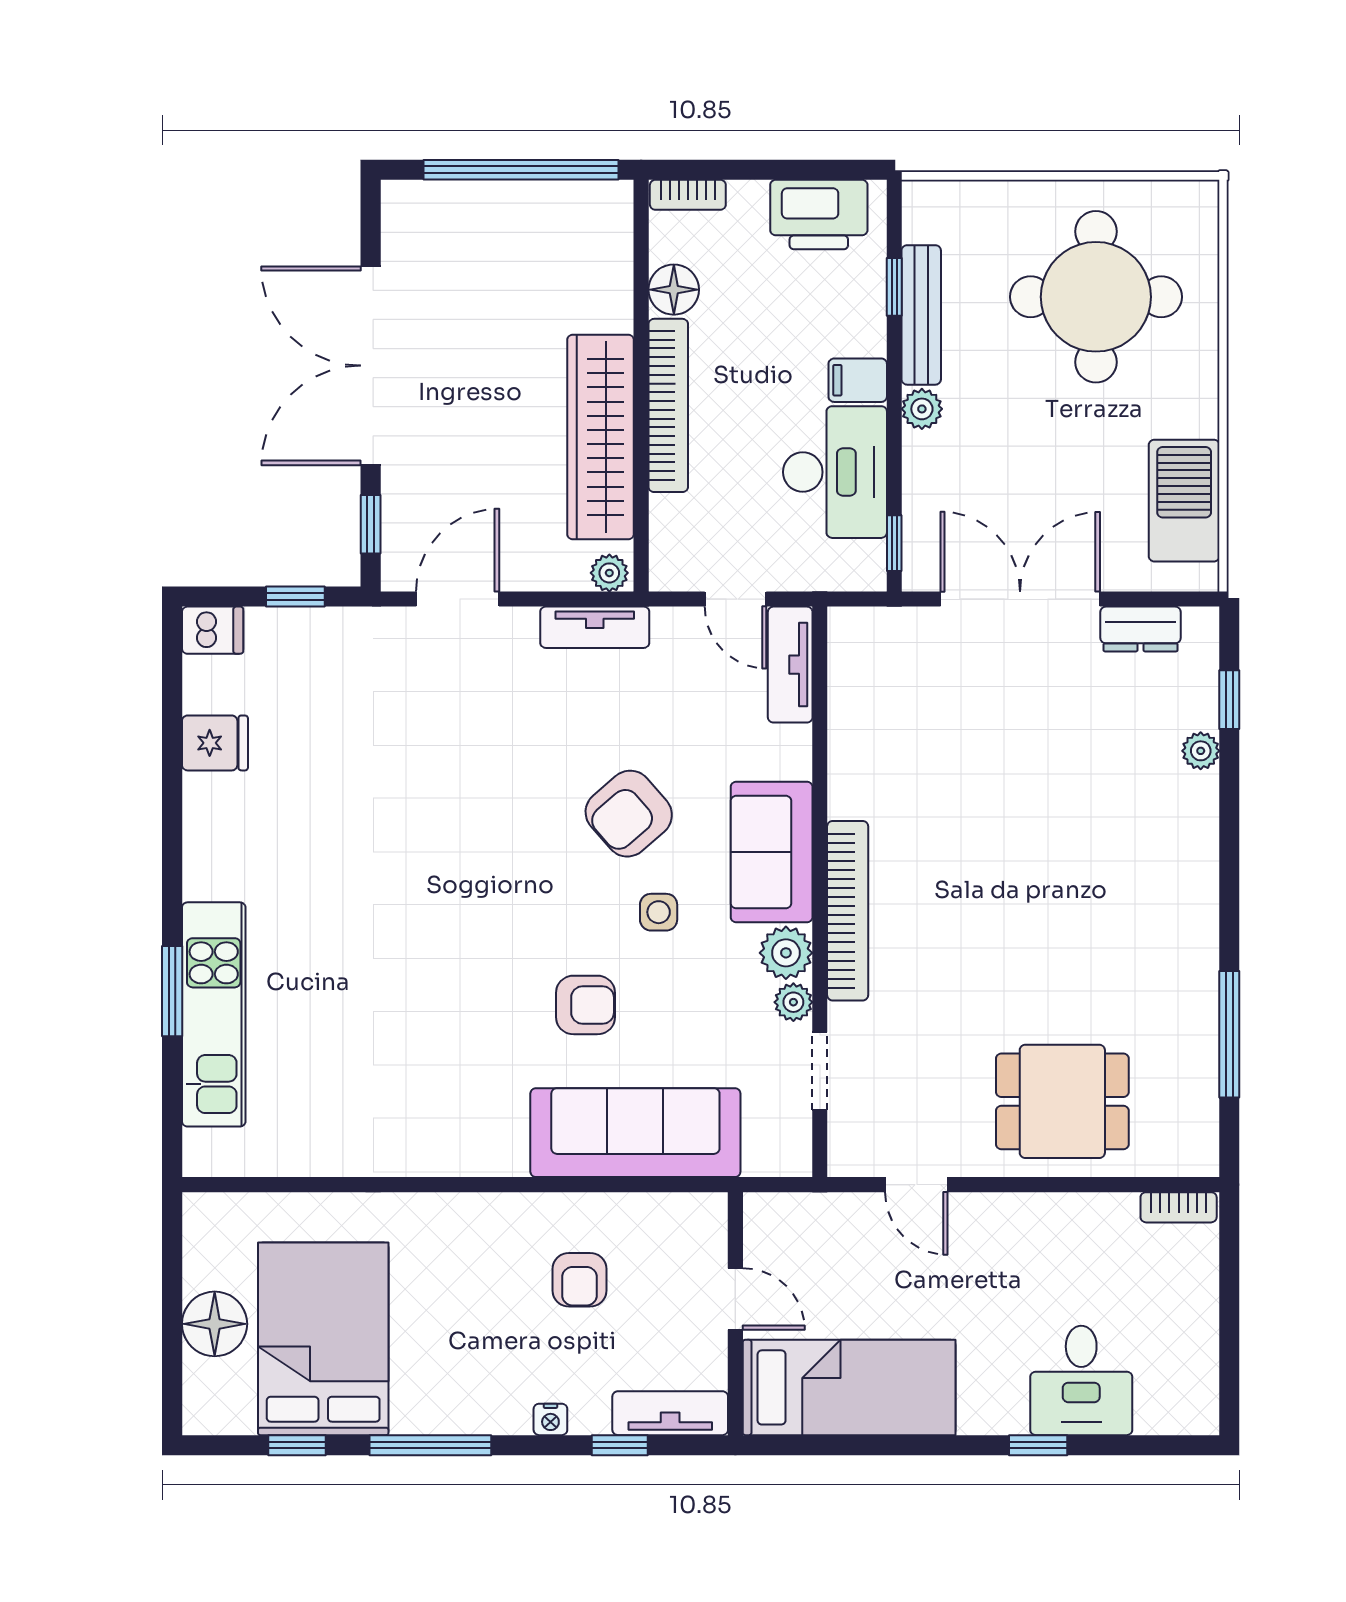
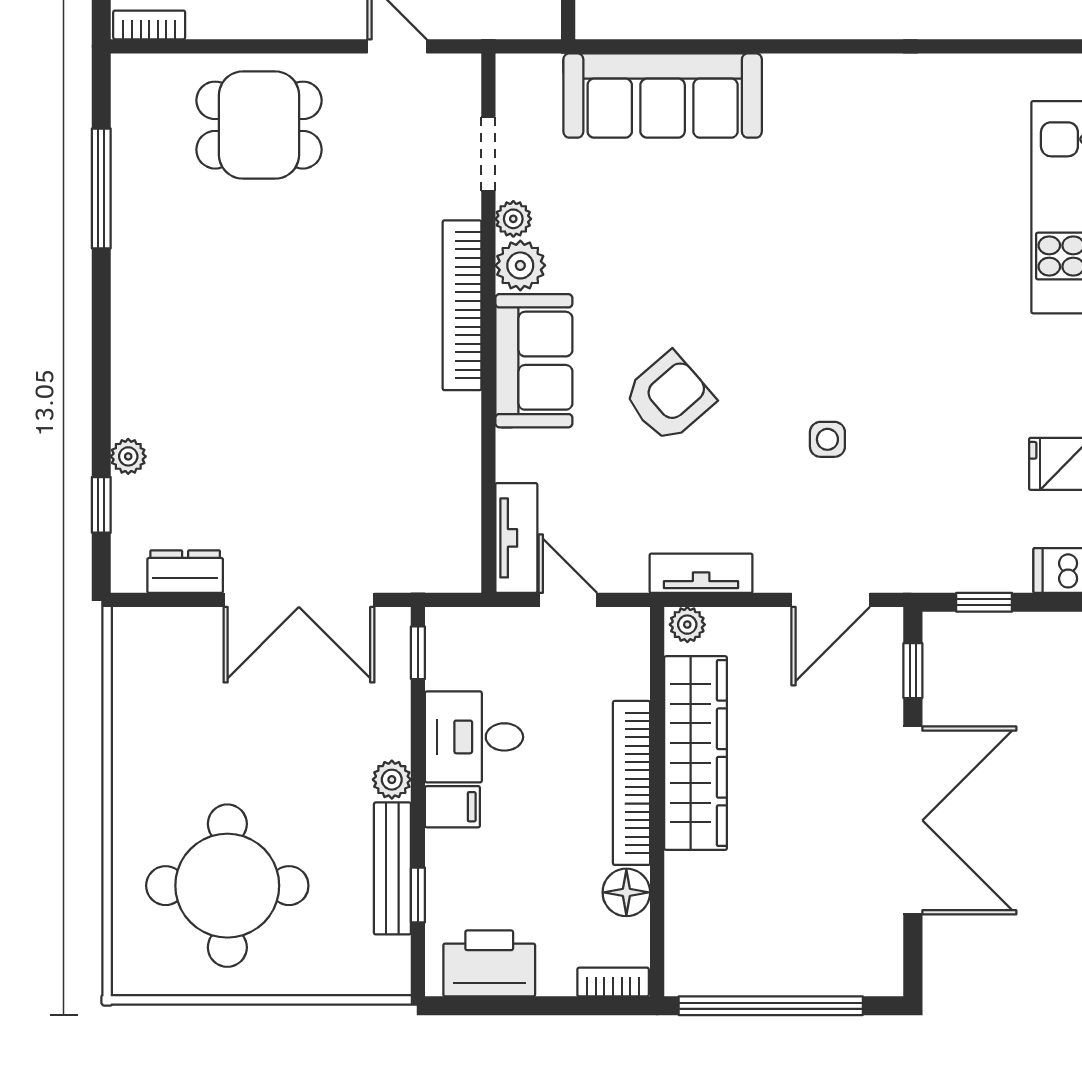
desk: (835, 472) -> (474, 737), width x0.73
barbecue: (1184, 501) -> (144, 693), removed
side table: (659, 912) -> (827, 439), moved
armchair: (585, 1005) -> (710, 216), removed

